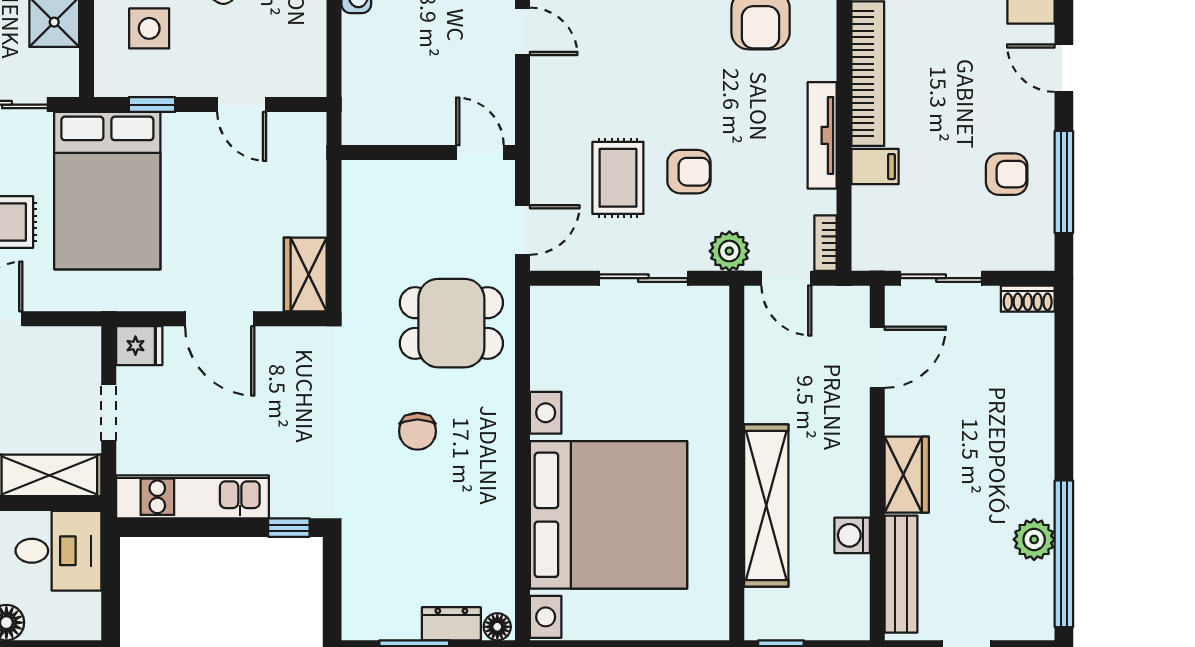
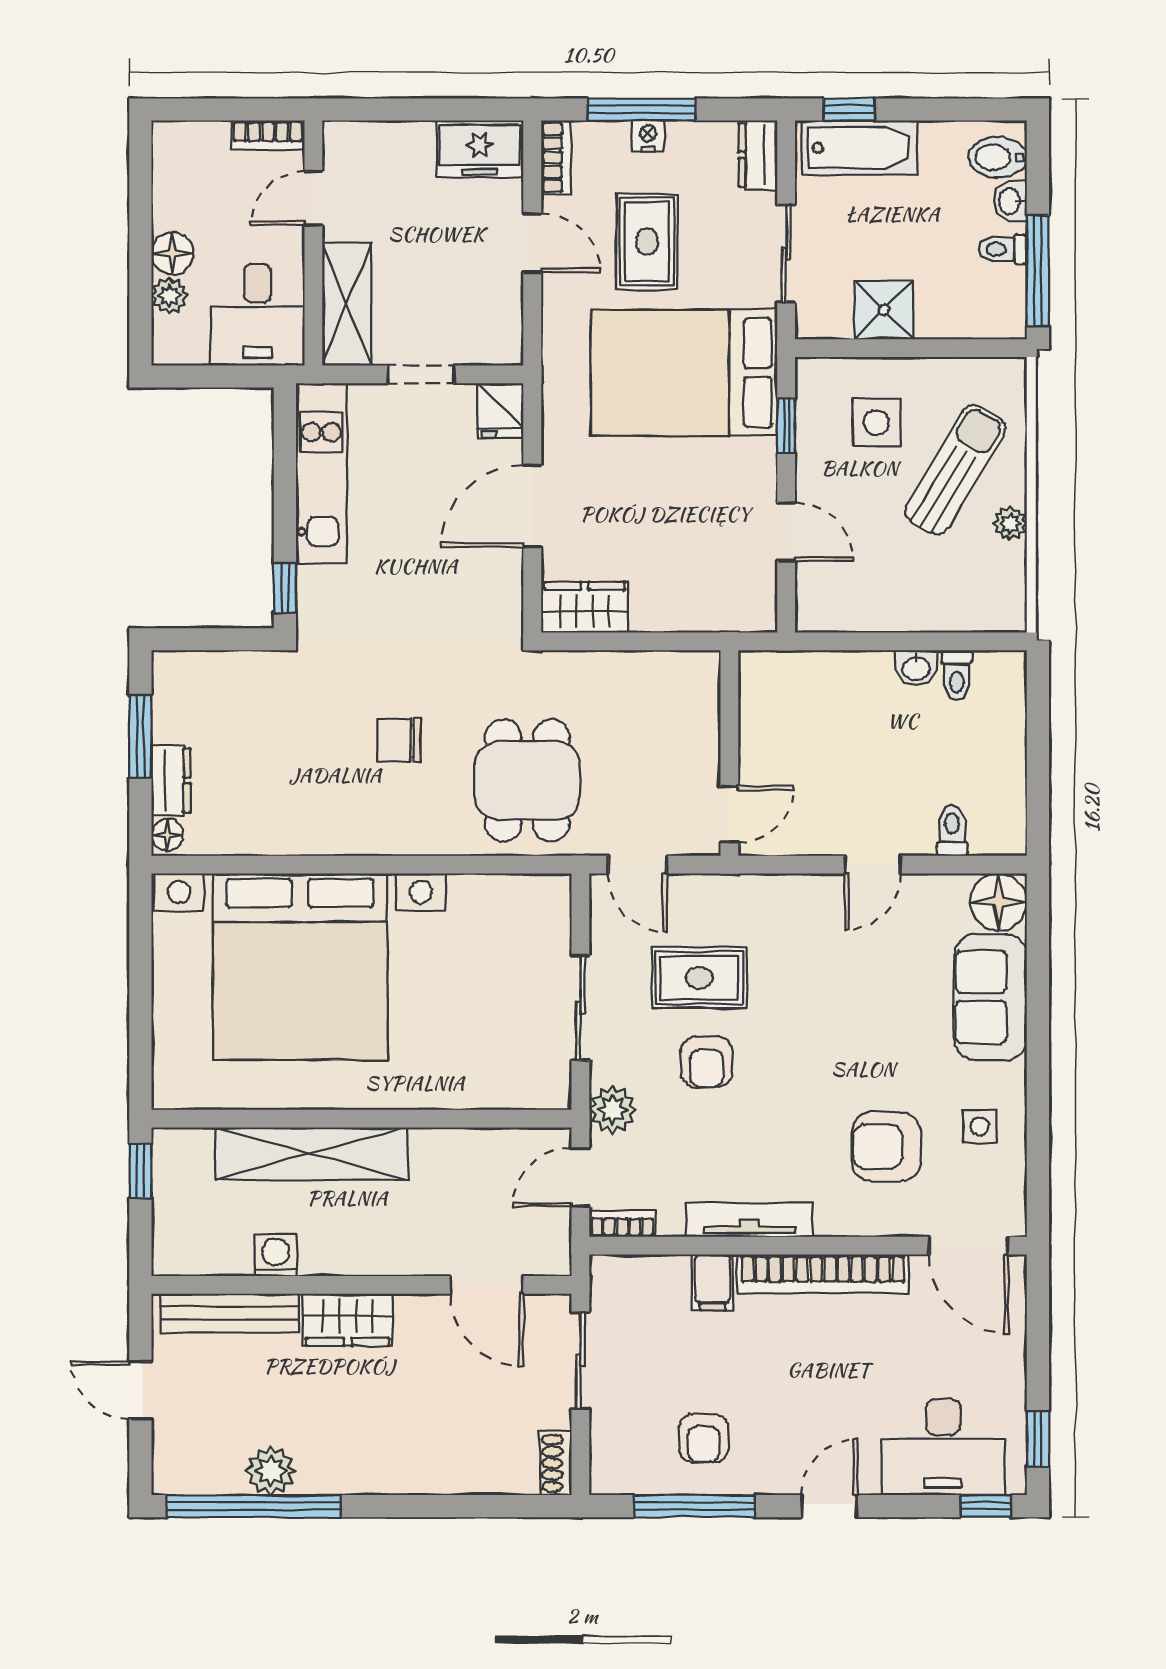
door: (242, 105) -> (786, 532), swing flipped
plant: (42, 625) -> (169, 296), added

